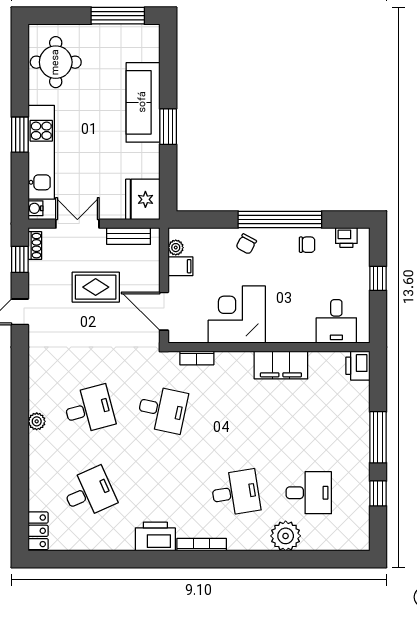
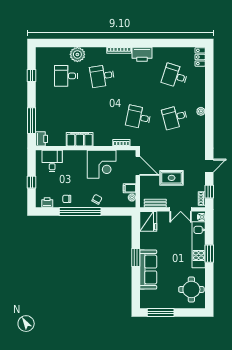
window: (378, 437) -> (32, 121), moved
desk: (89, 493) -> (175, 76), turned 42

